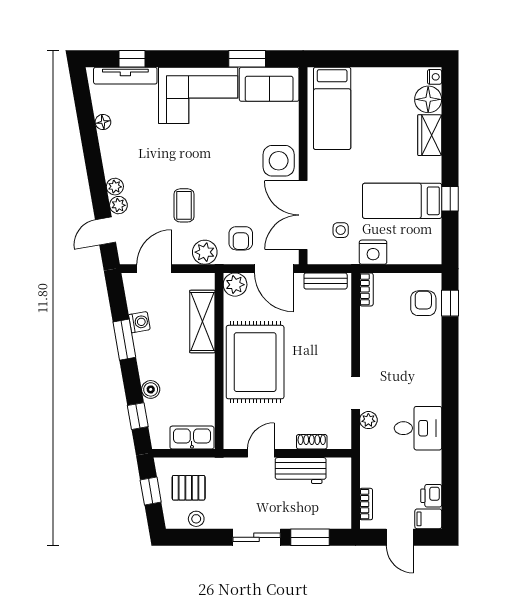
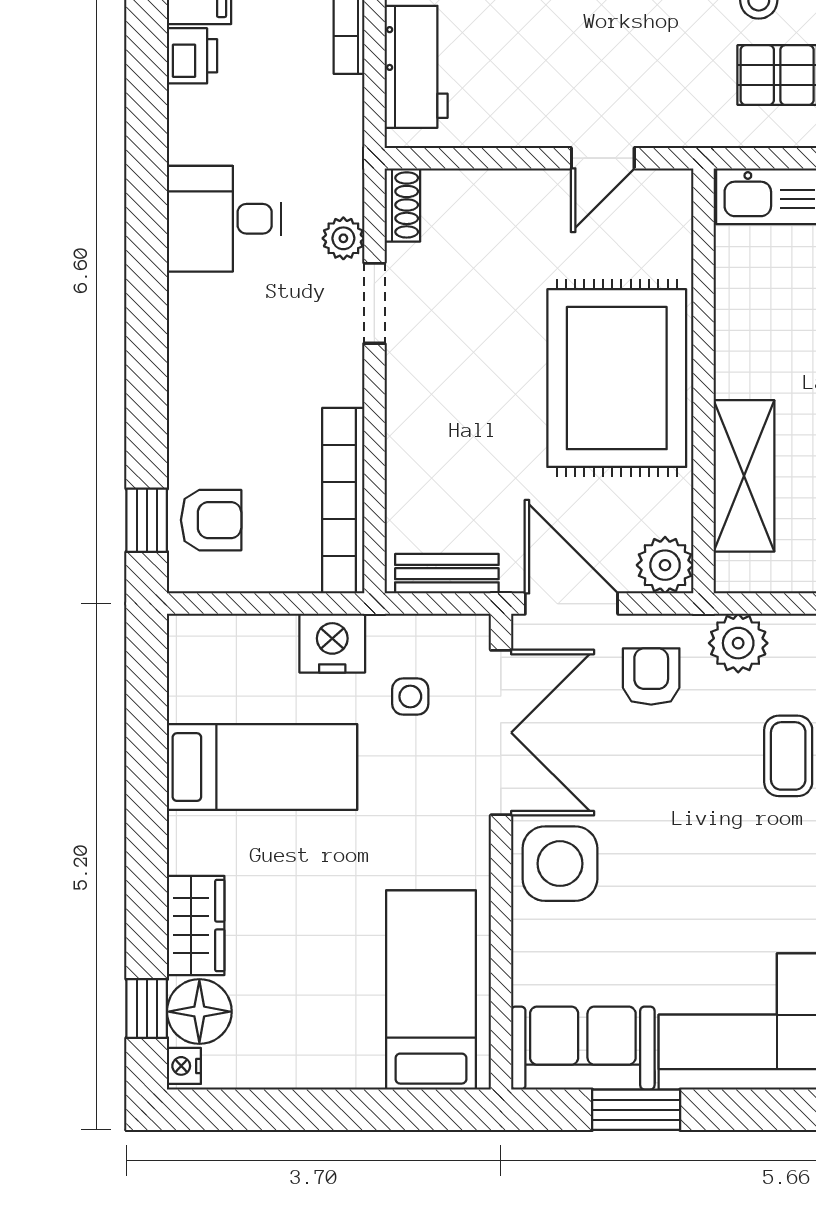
window: (450, 199) -> (147, 1009), moved
bookcase: (366, 289) -> (343, 501), width x2.31, depth x1.31
armchair: (423, 303) -> (211, 520), turned -90
shoe rack: (312, 442) -> (402, 205), moved, turned -90
workbench: (301, 471) -> (416, 67), moved, turned 90

